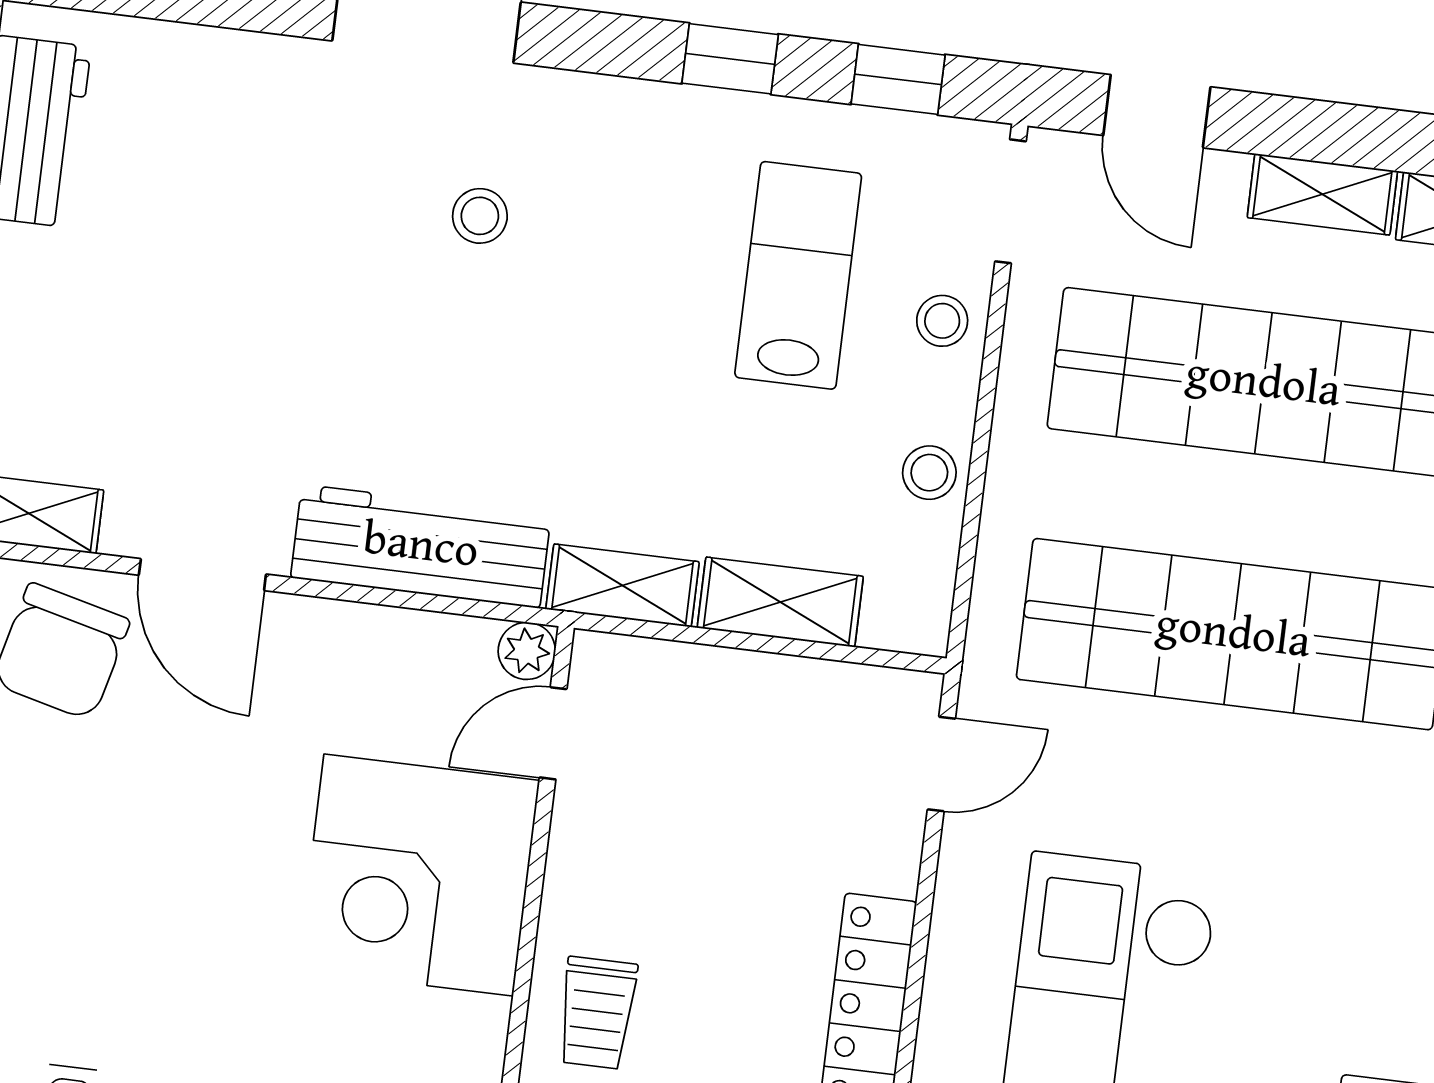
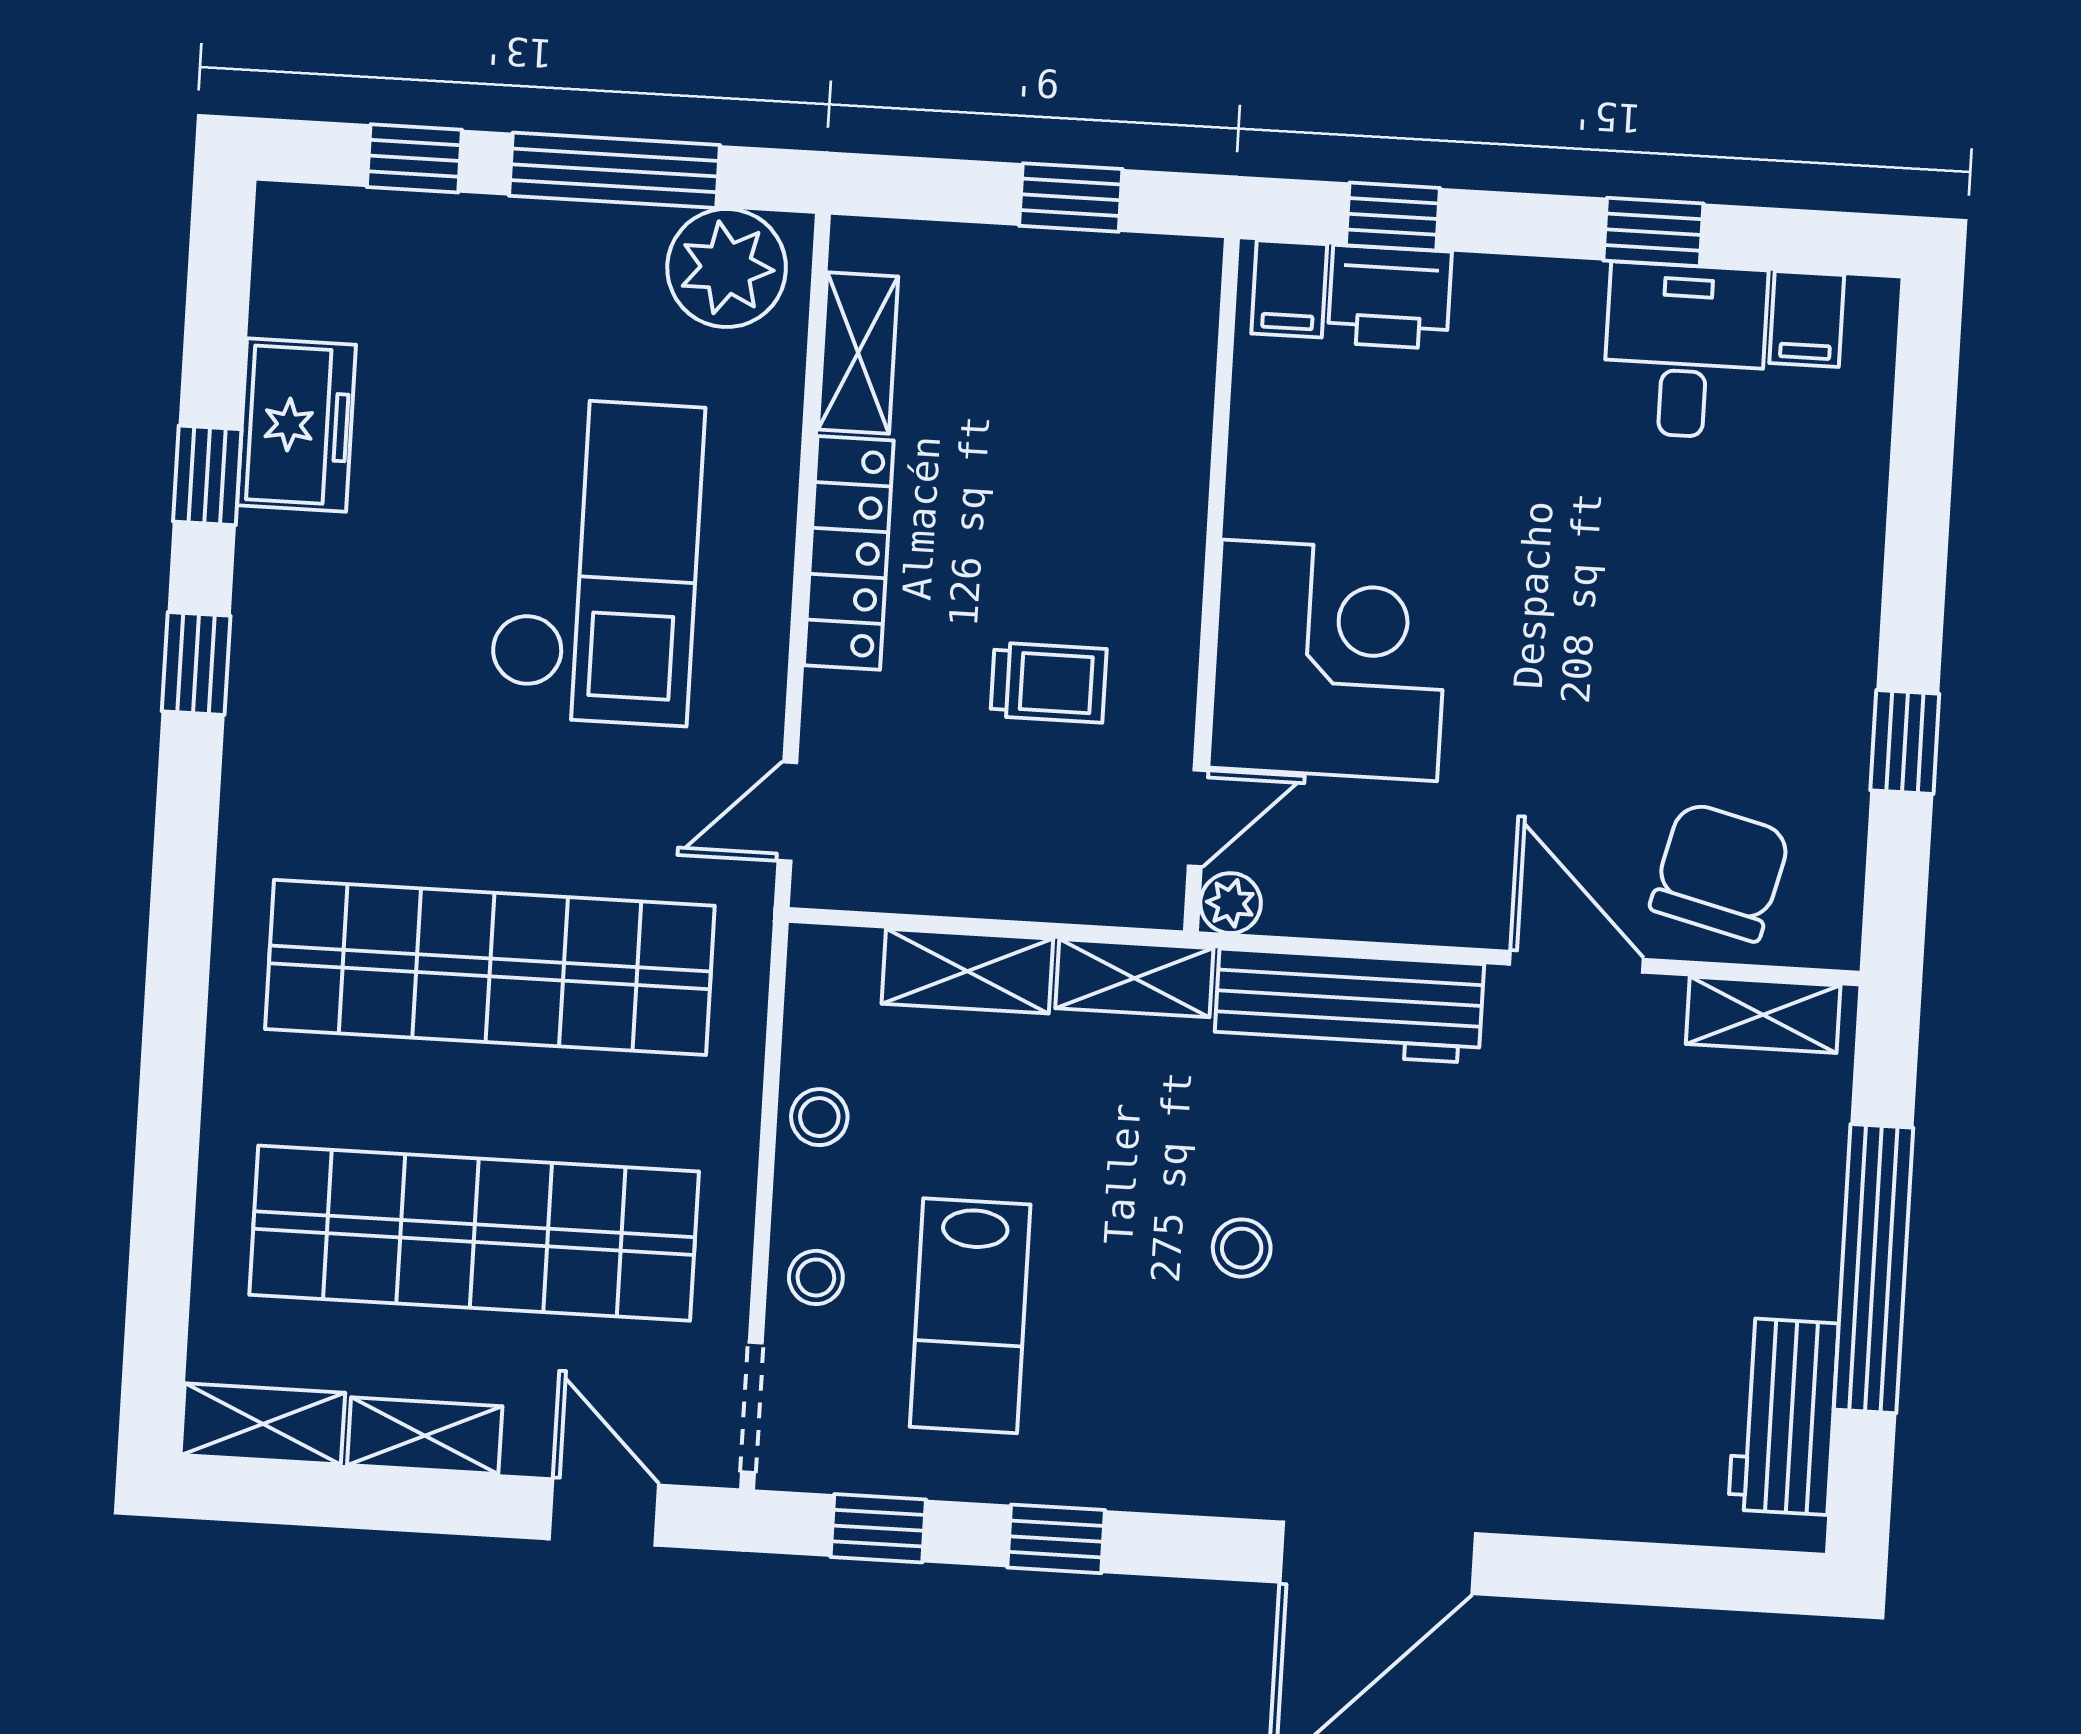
stool: (480, 216) -> (1242, 1248), moved
trolley: (597, 1013) -> (1048, 683), moved, turned 90

